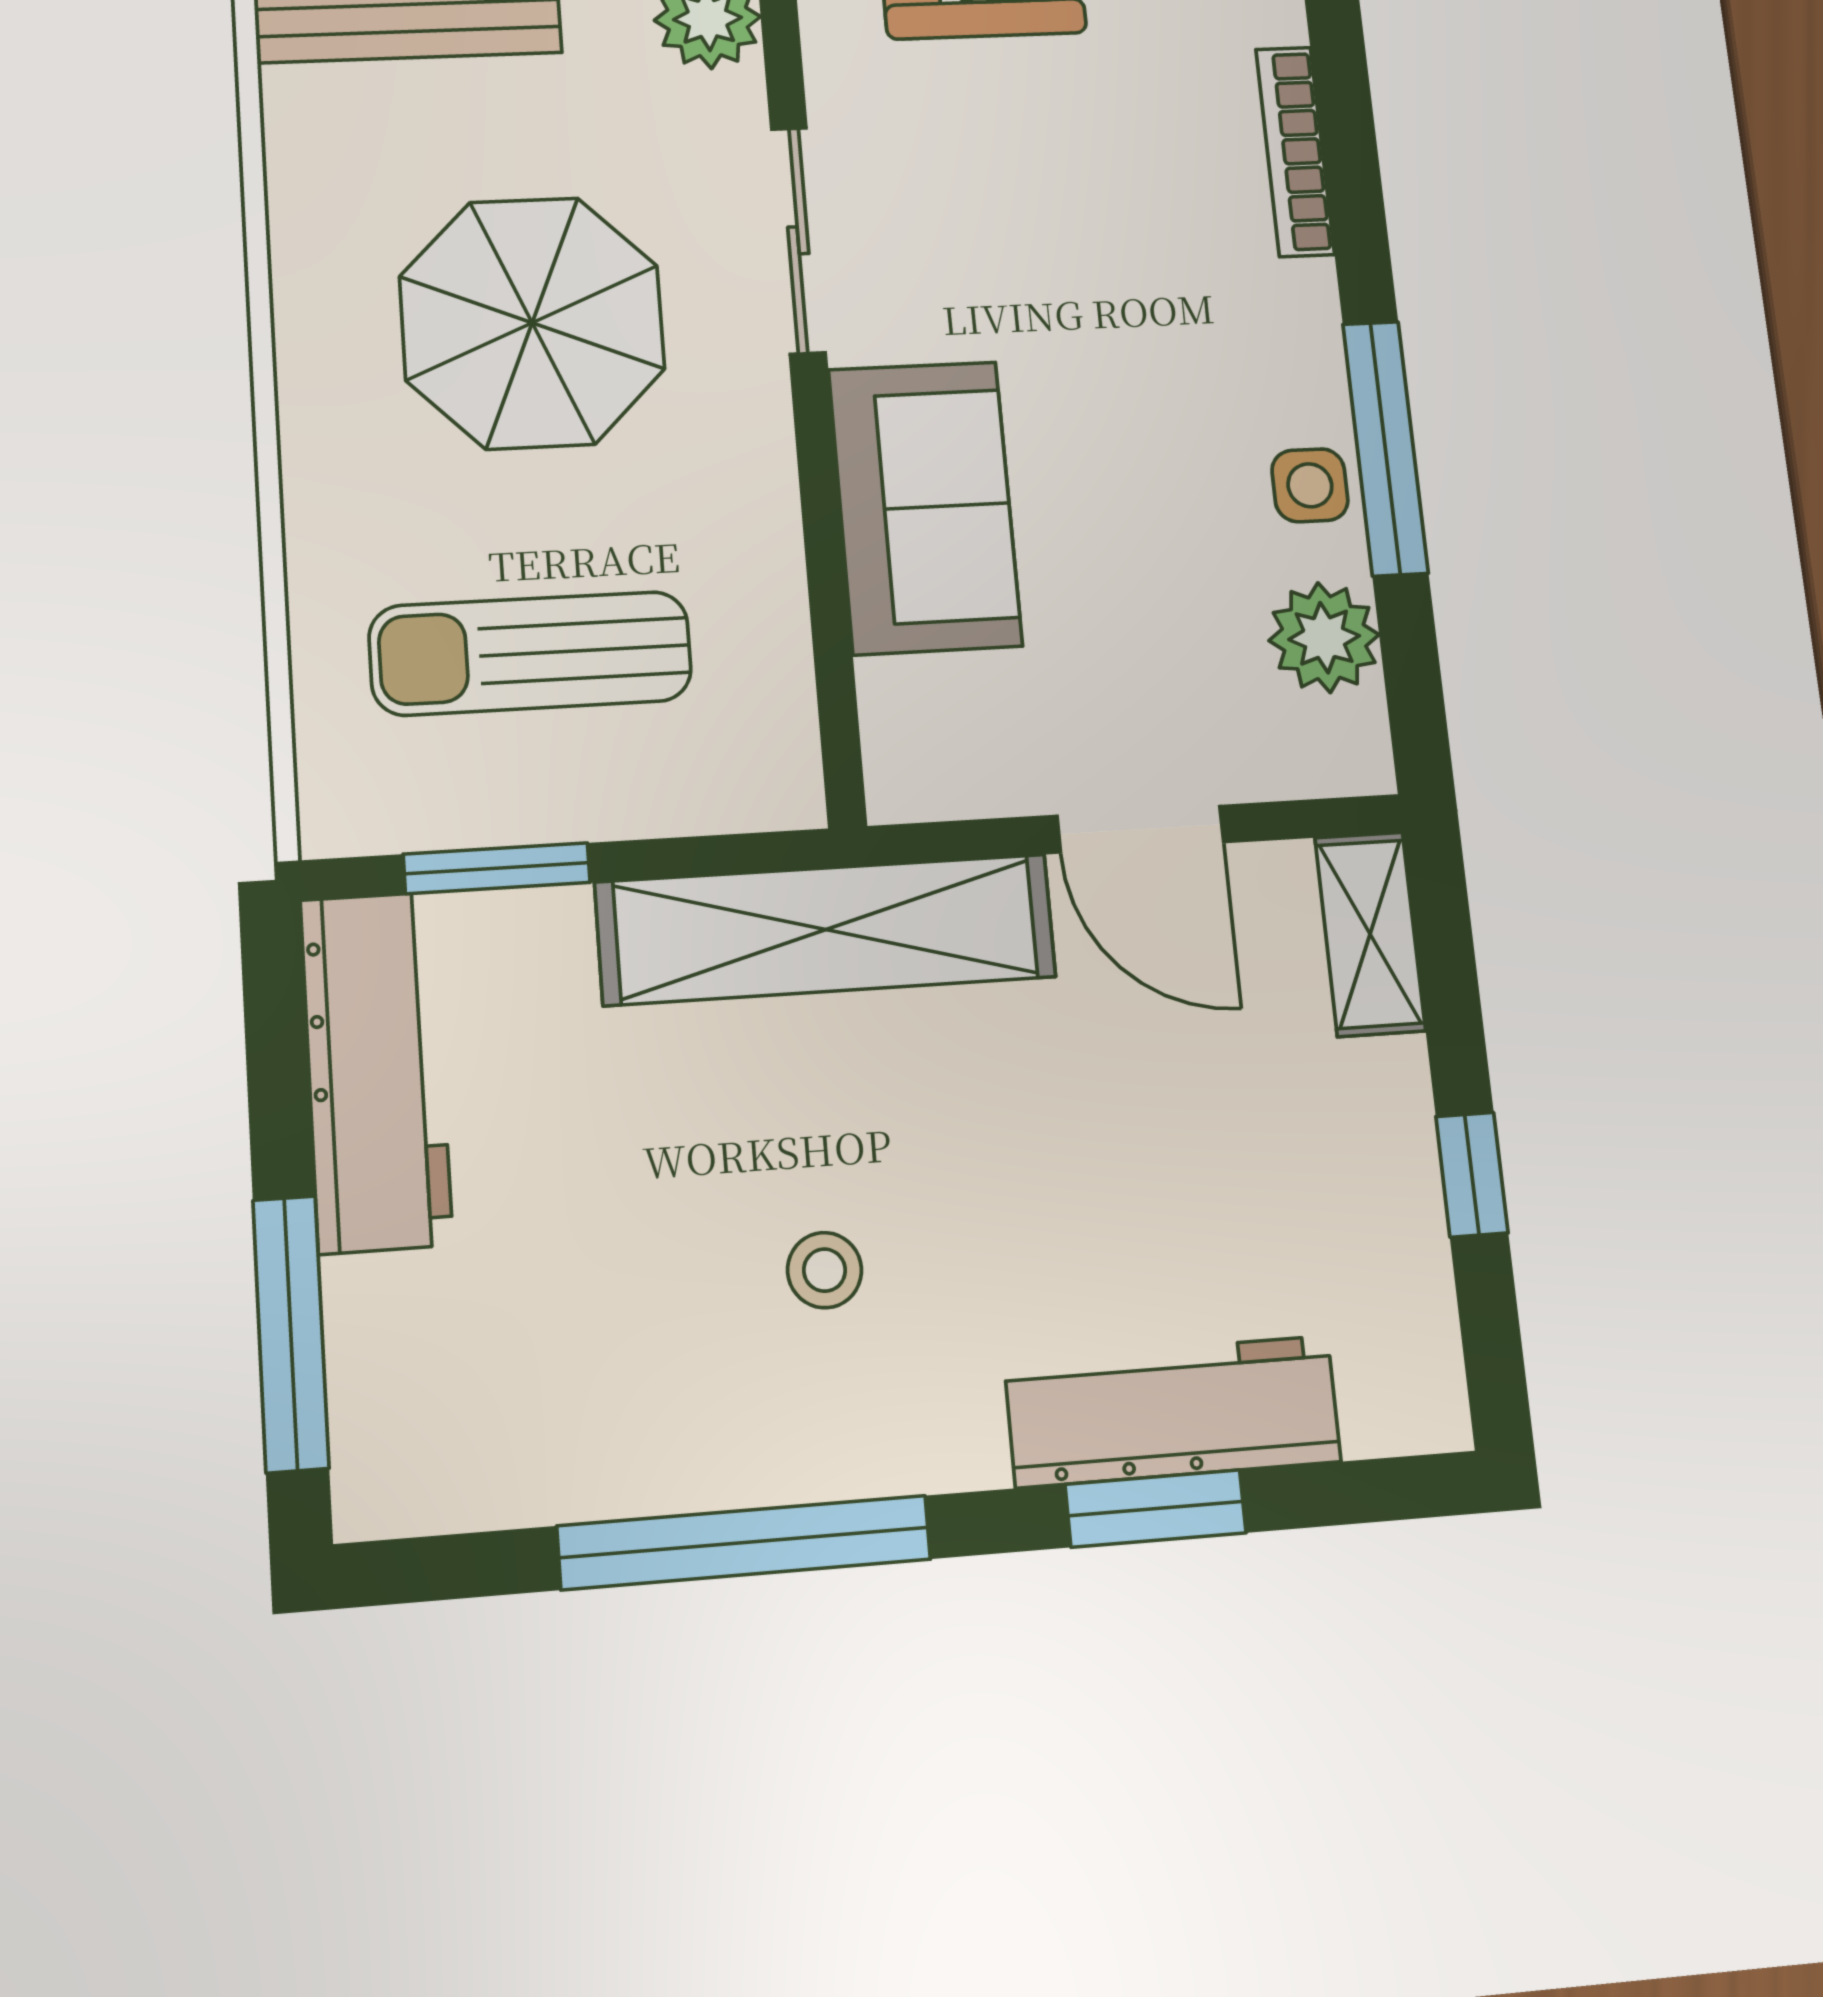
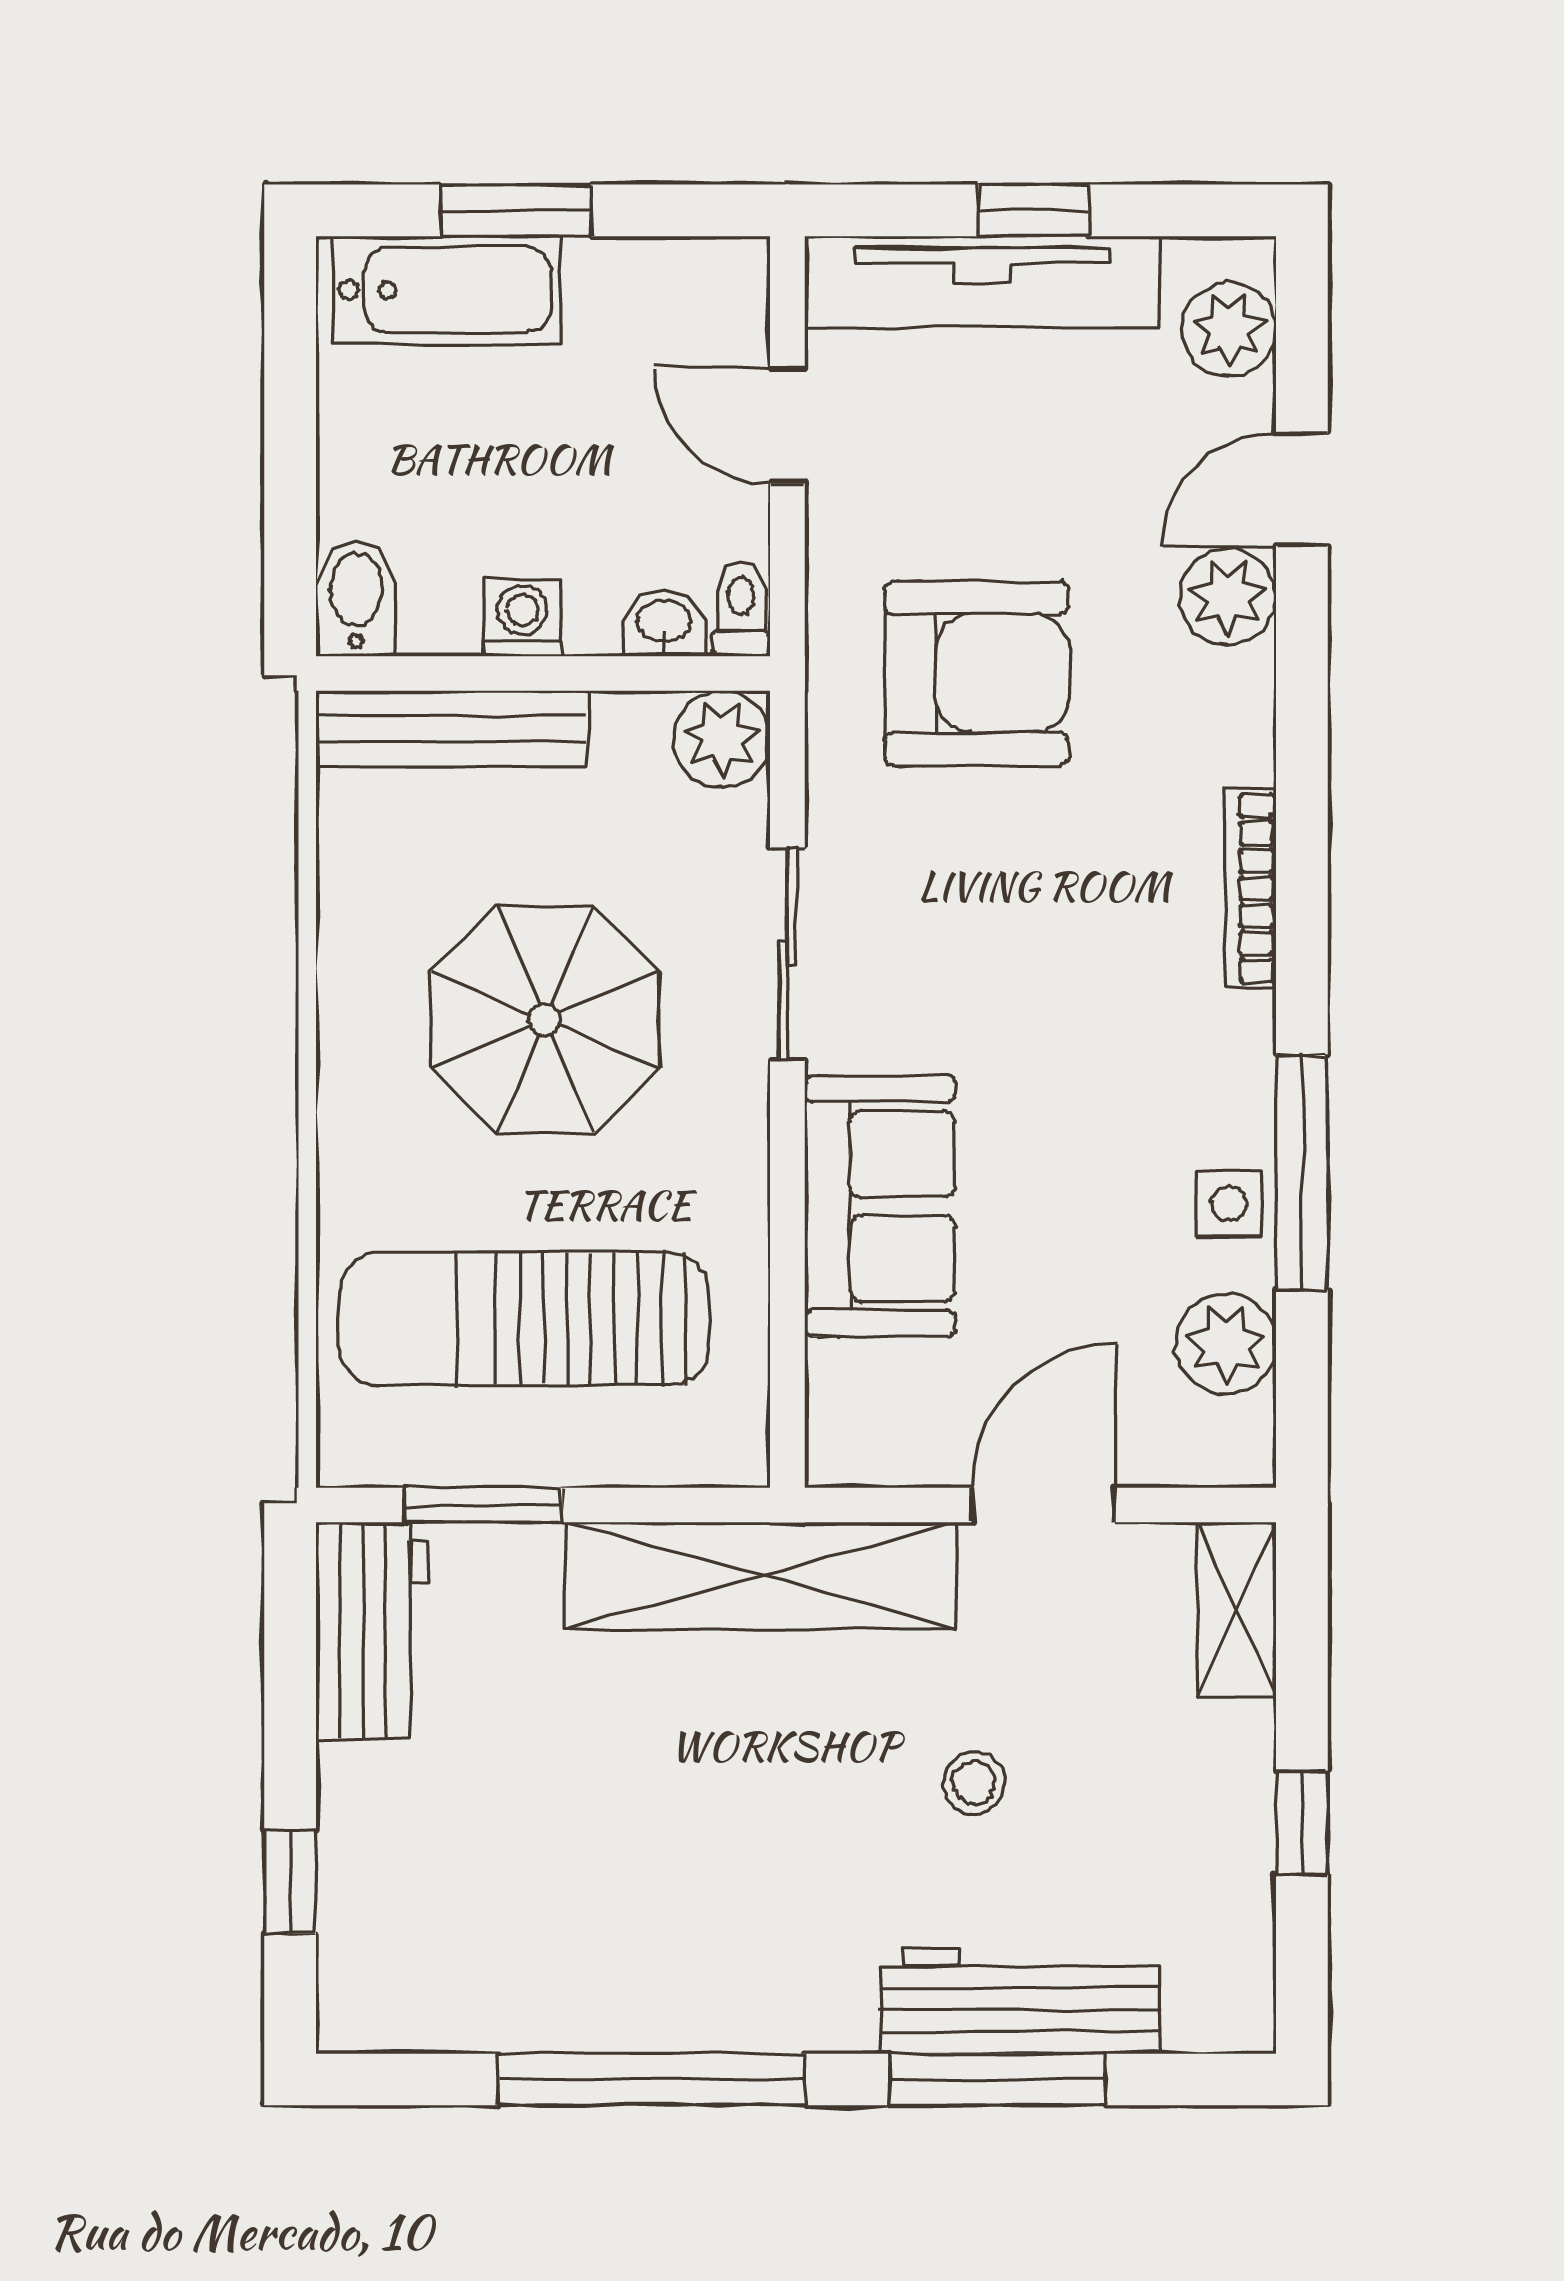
sun lounger: (530, 653) -> (524, 1319), width x1.36, depth x1.34
door: (1140, 829) -> (1043, 1505), swing flipped
workbench: (376, 1071) -> (372, 1630), width x0.73
stool: (825, 1270) -> (974, 1783), moved
window: (291, 1333) -> (290, 1882), width x0.46
window: (1156, 1509) -> (998, 2079), width x1.44

